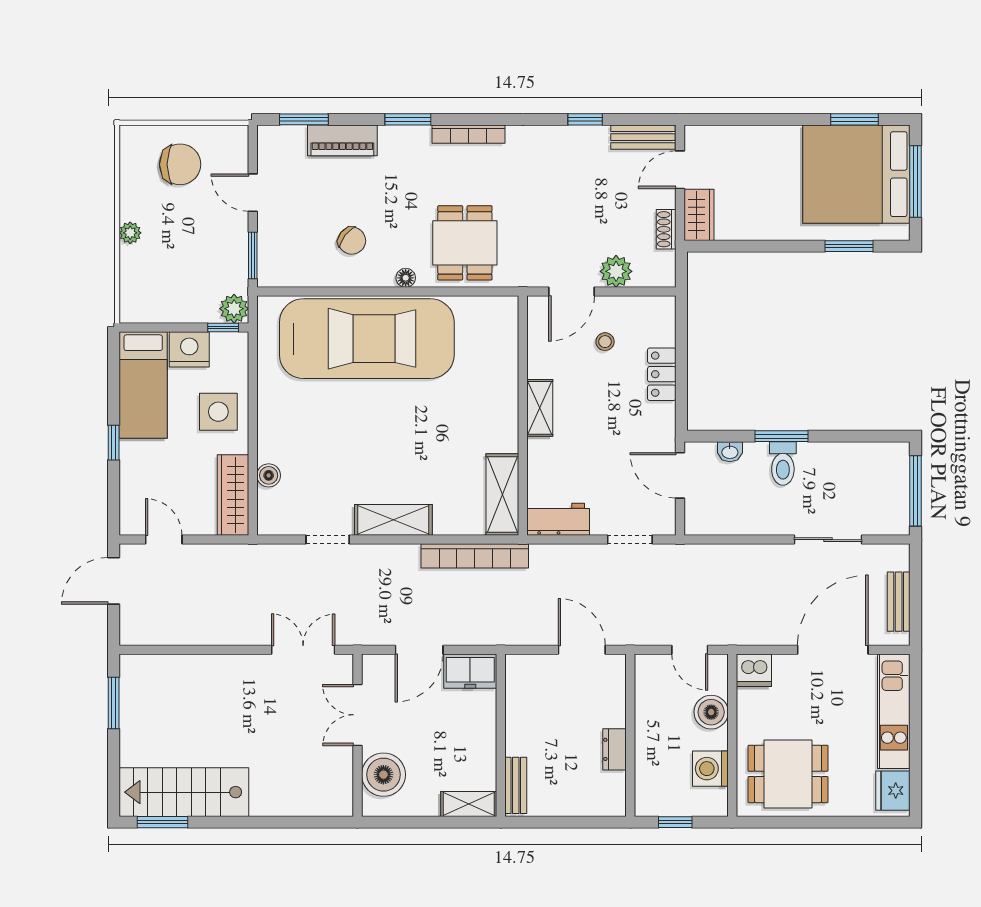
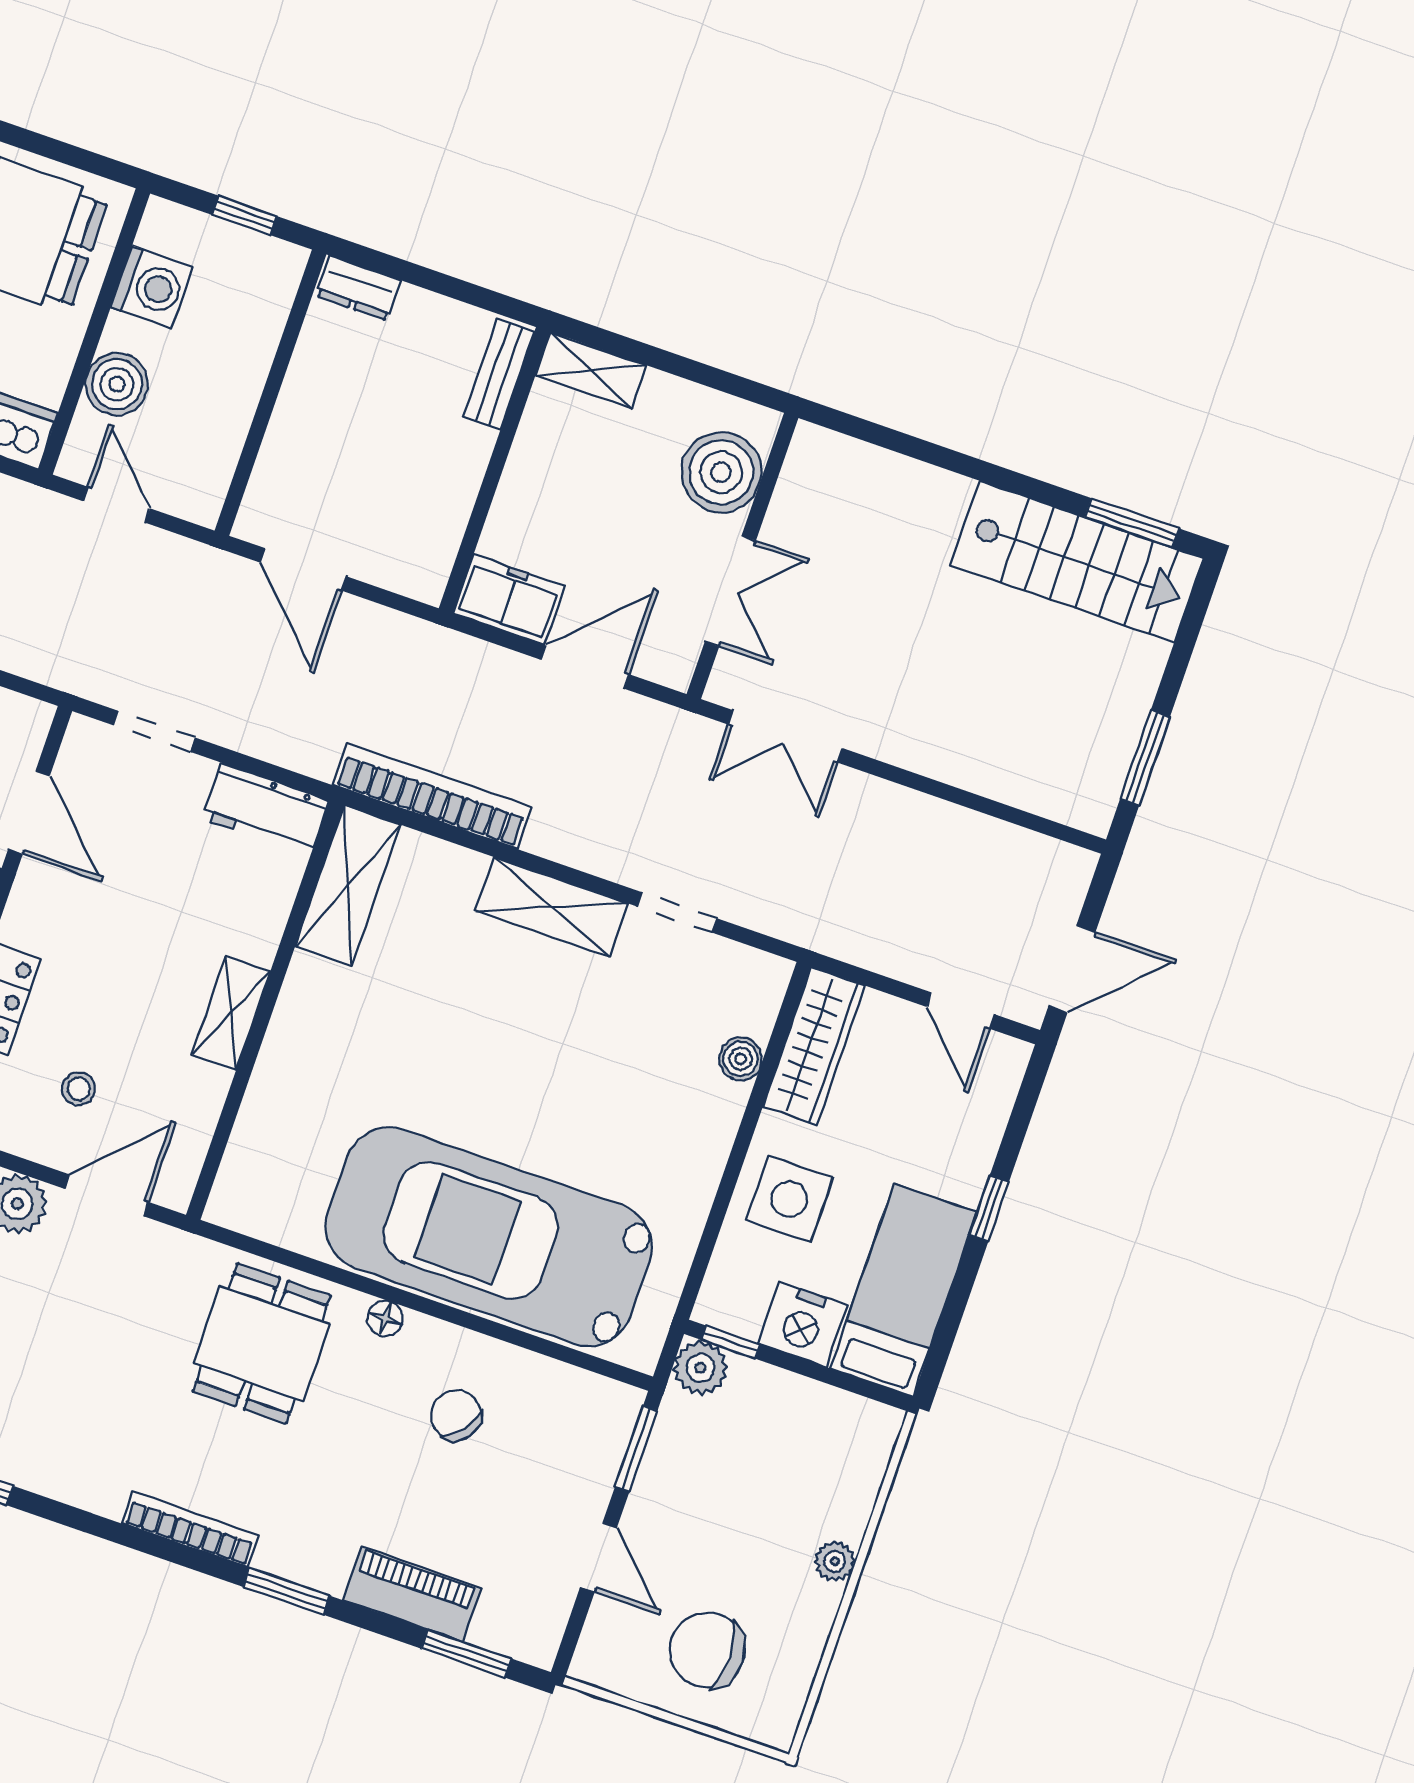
dresser: (614, 749) -> (358, 288), moved, turned 90

